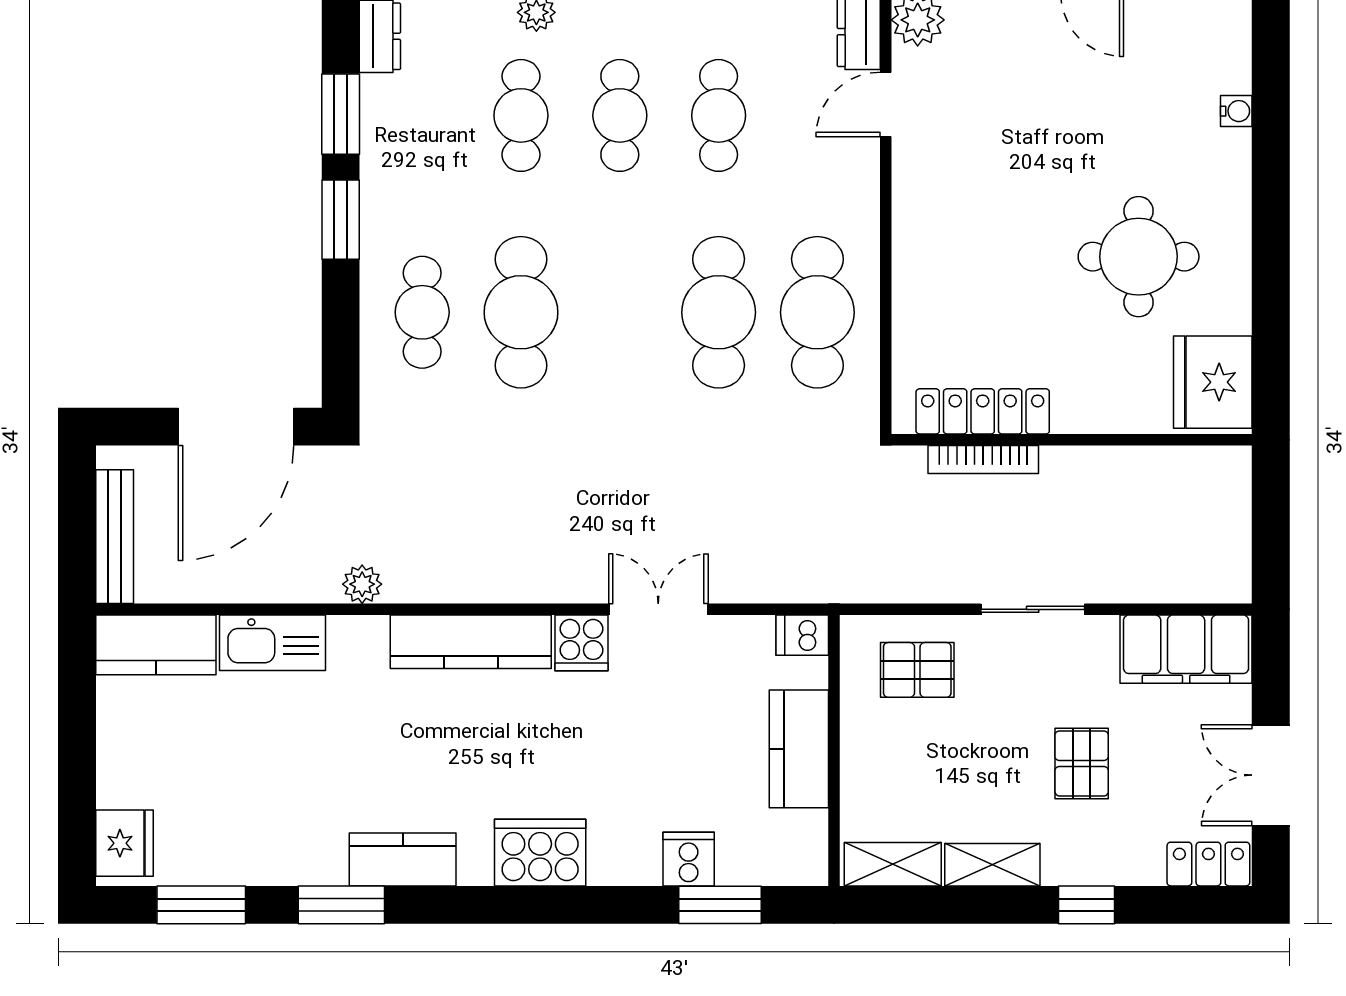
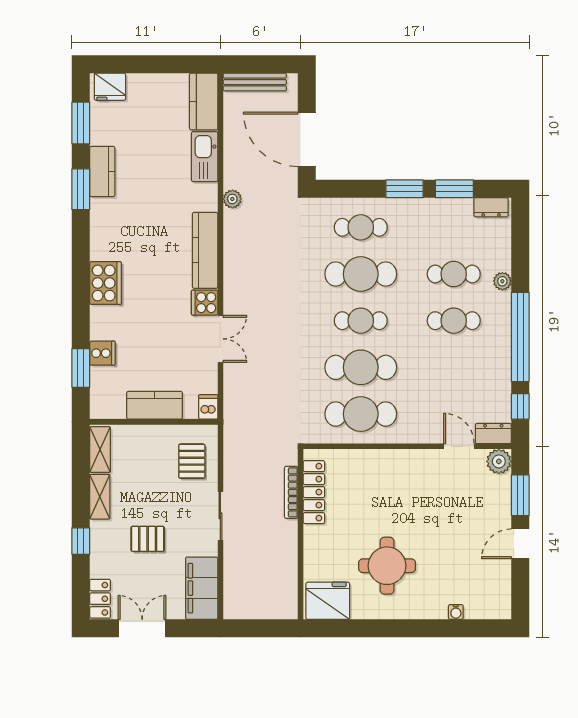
cafe table: (719, 115) -> (361, 321), moved
kitchen counter: (403, 859) -> (102, 172), moved

